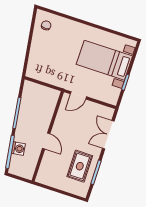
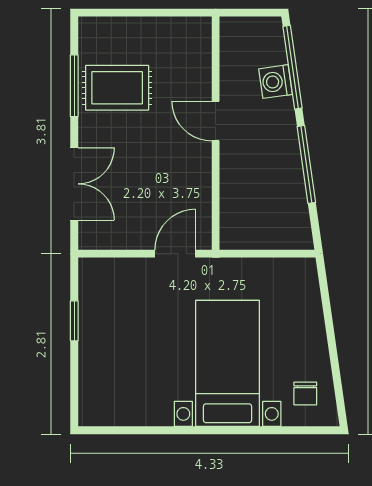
bed with nightstands: (104, 60) -> (228, 363), moved, turned -90
rug: (80, 166) -> (117, 88), turned 90

